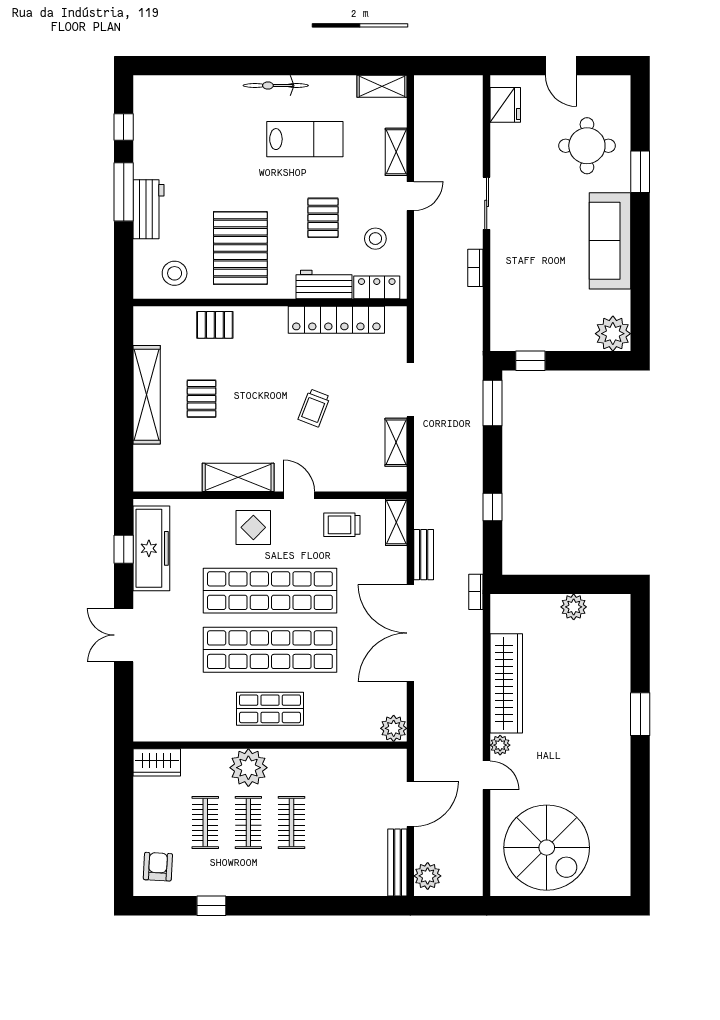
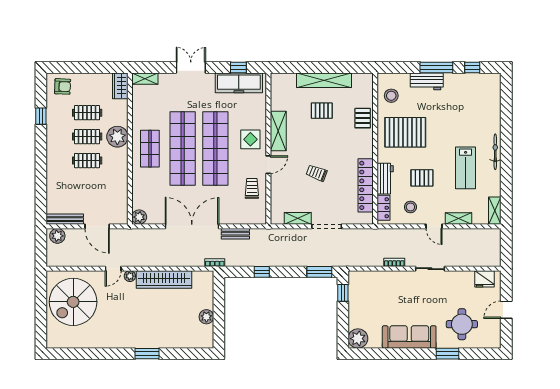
shelving: (396, 522) -> (145, 79), moved

